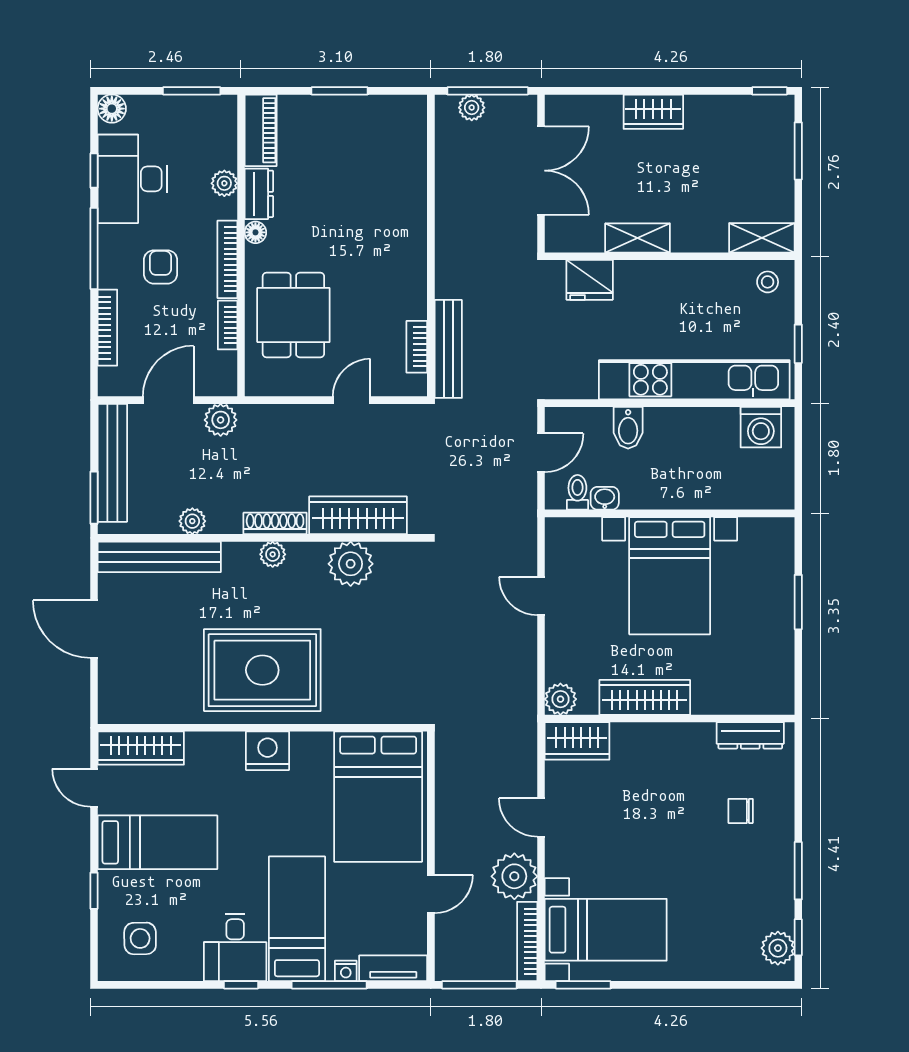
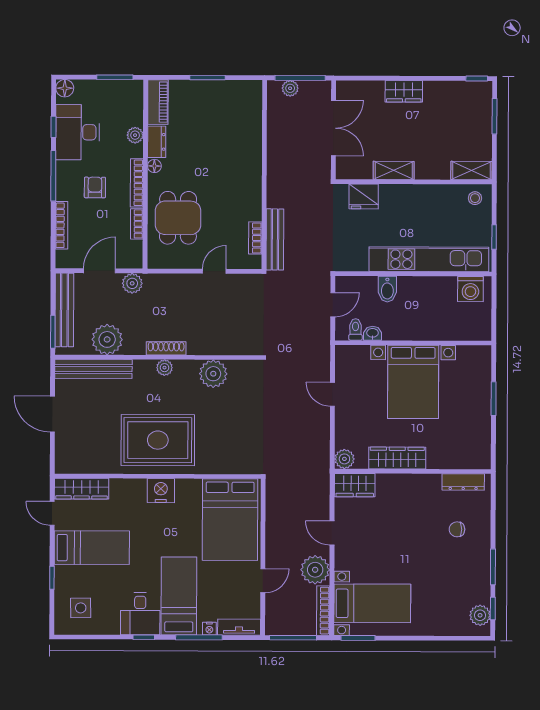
wardrobe: (358, 515) -> (218, 343), removed
plant: (192, 521) -> (107, 339), width x1.87, depth x1.87

